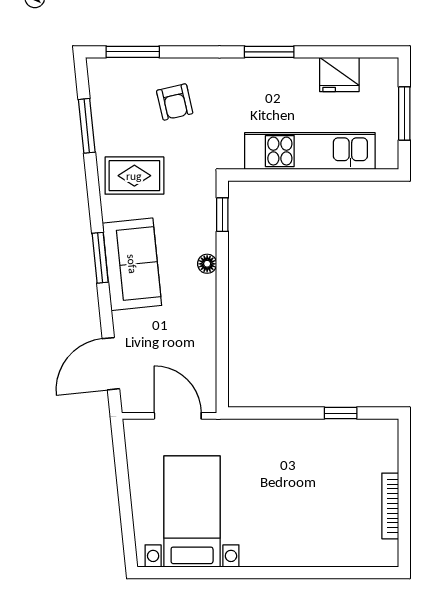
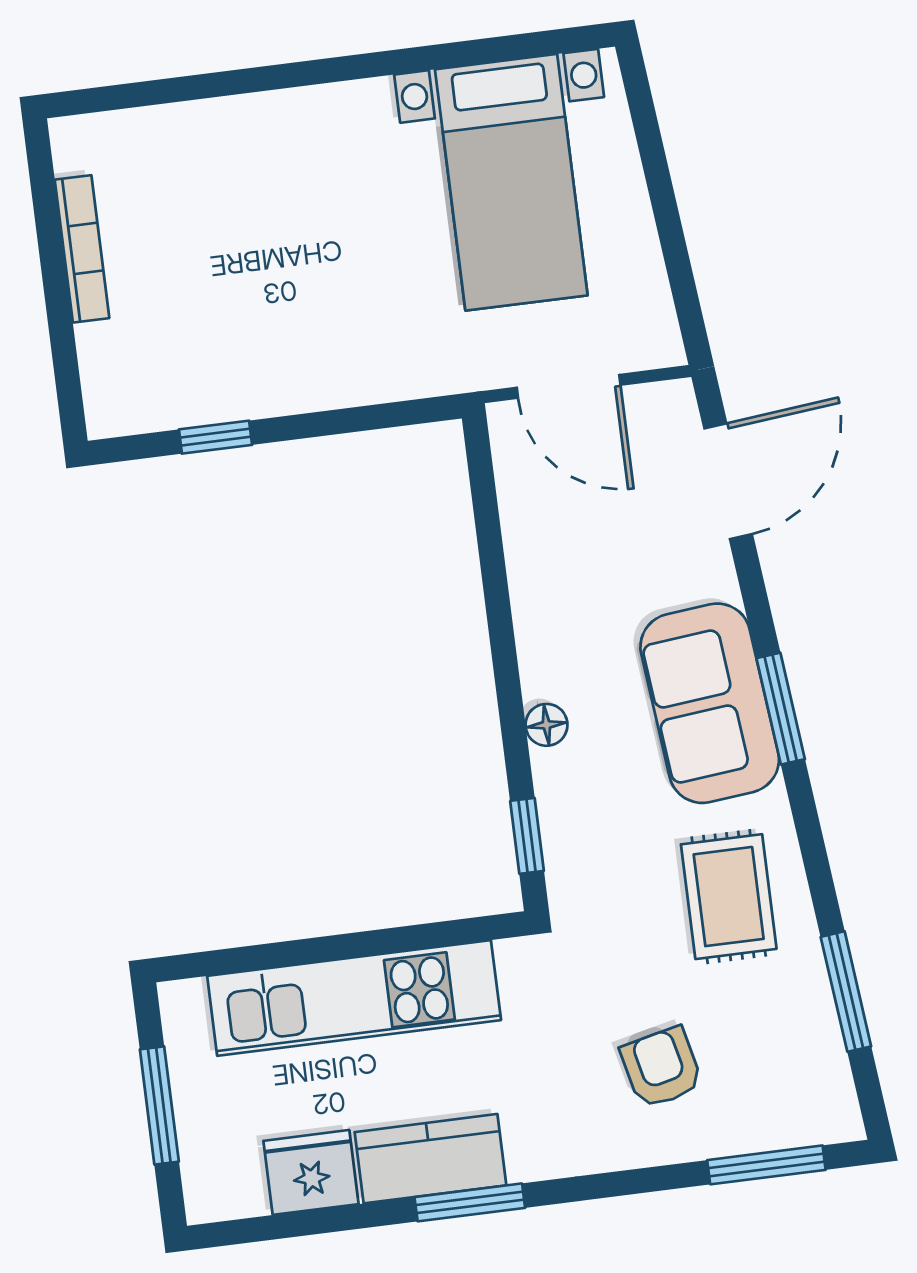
kitchen counter: (284, 74) -> (430, 1159), added
rug: (134, 176) -> (729, 897), turned 90

